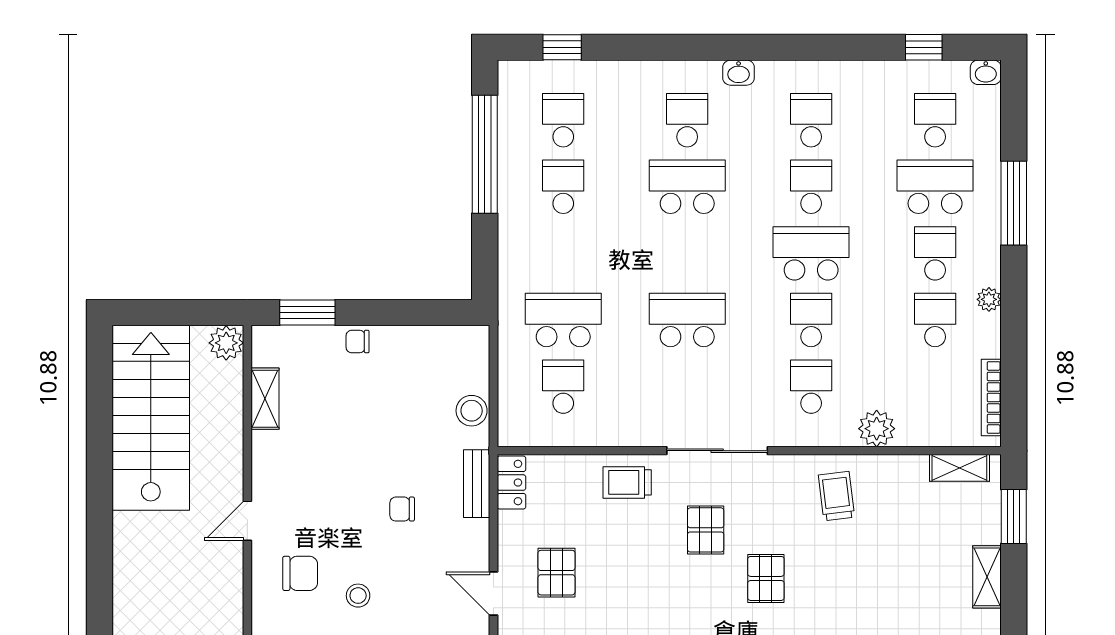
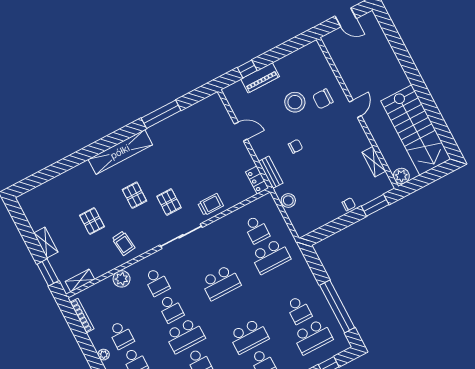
school desk: (563, 120) -> (313, 337), width x1.85
pallet: (557, 573) -> (92, 221), moved
stool: (358, 596) -> (295, 102), width x1.89, depth x1.89

